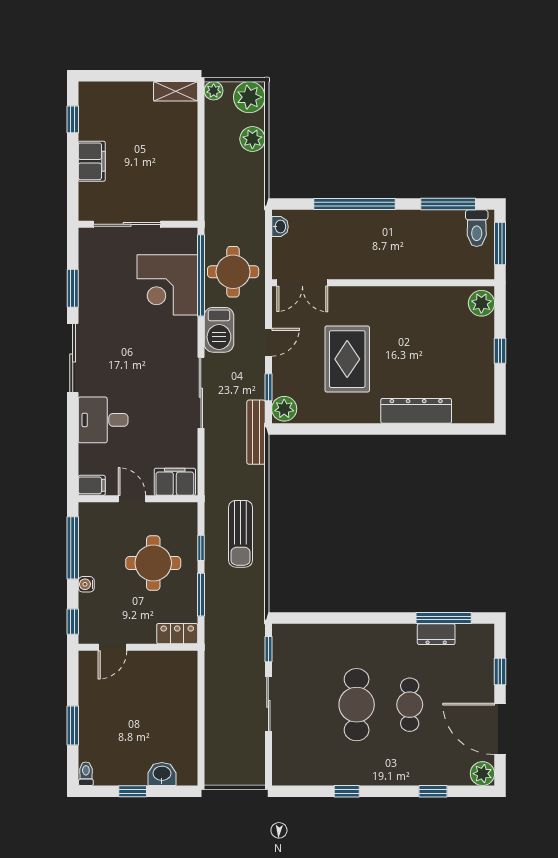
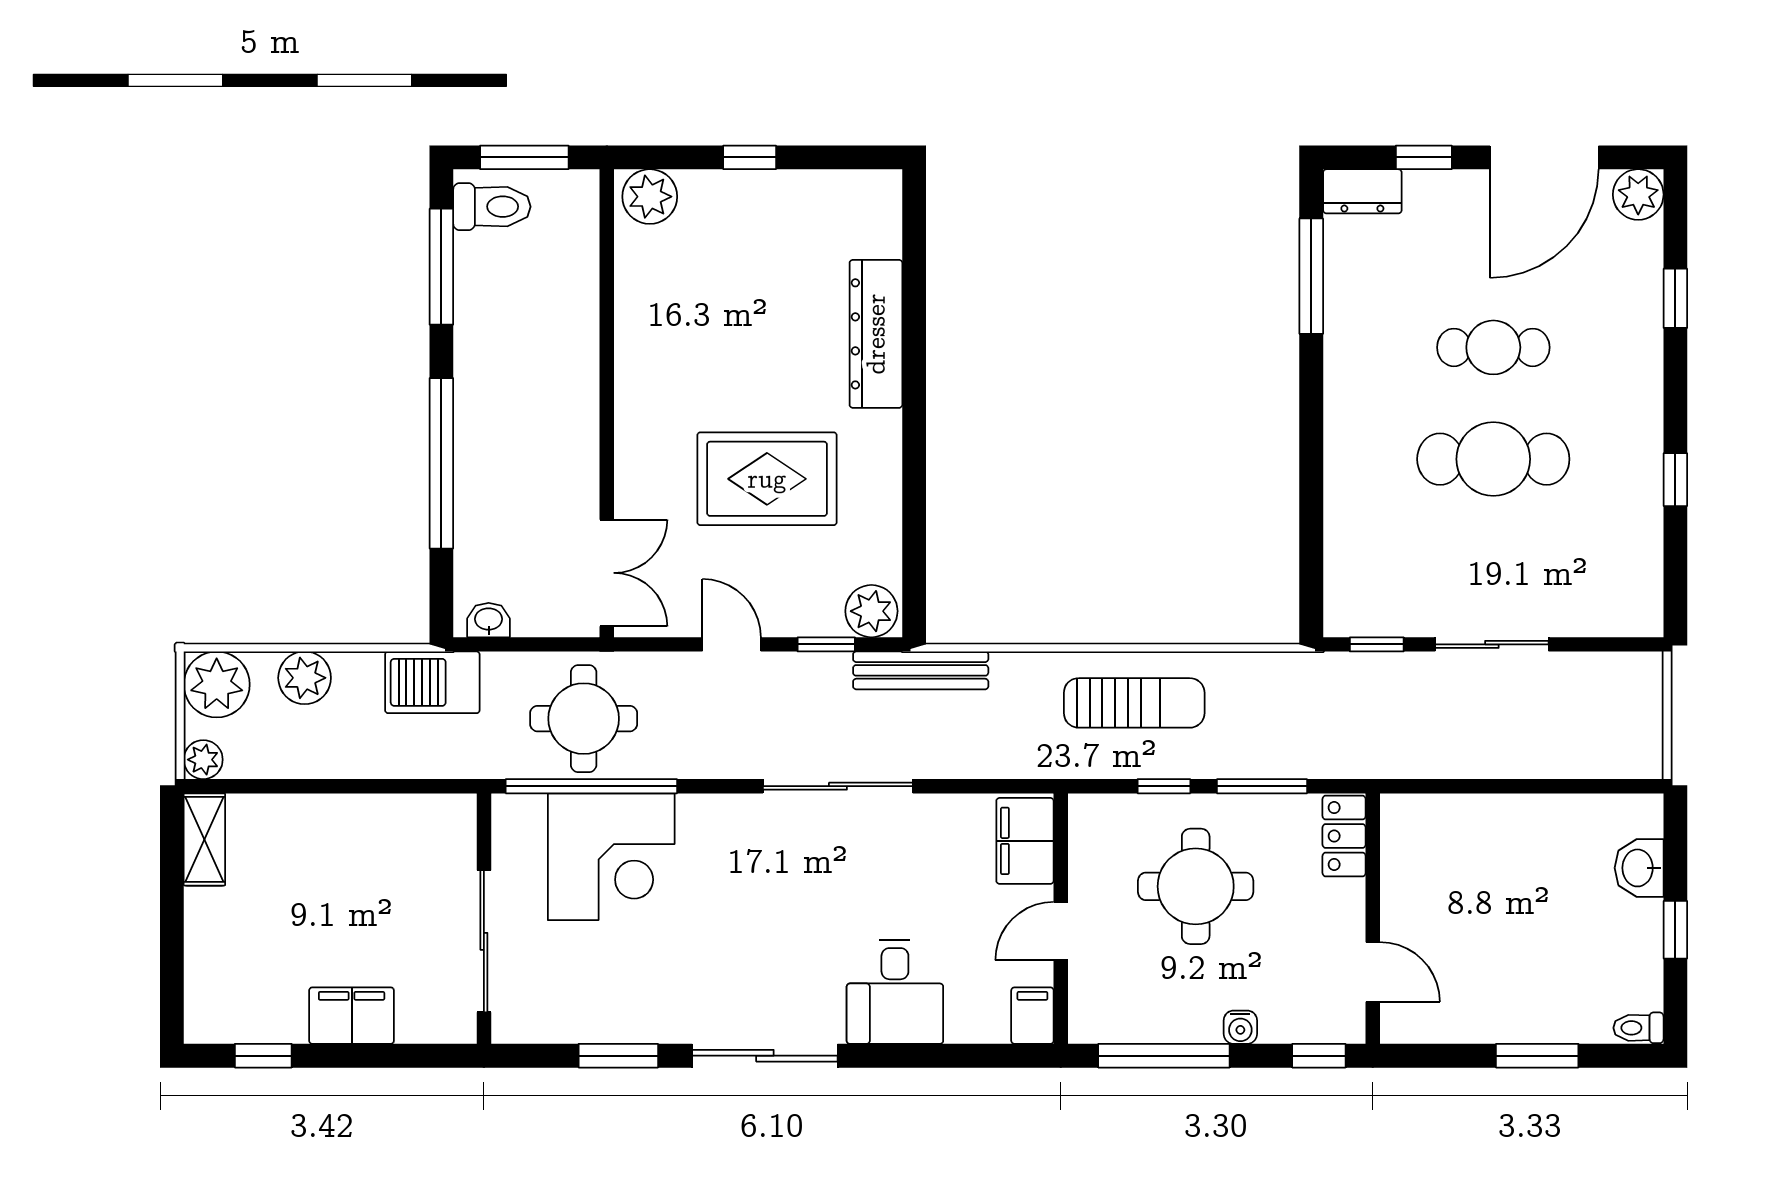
barbecue: (219, 330) -> (432, 682), moved, turned 180
dresser: (436, 634) -> (1362, 191), moved, turned 90

